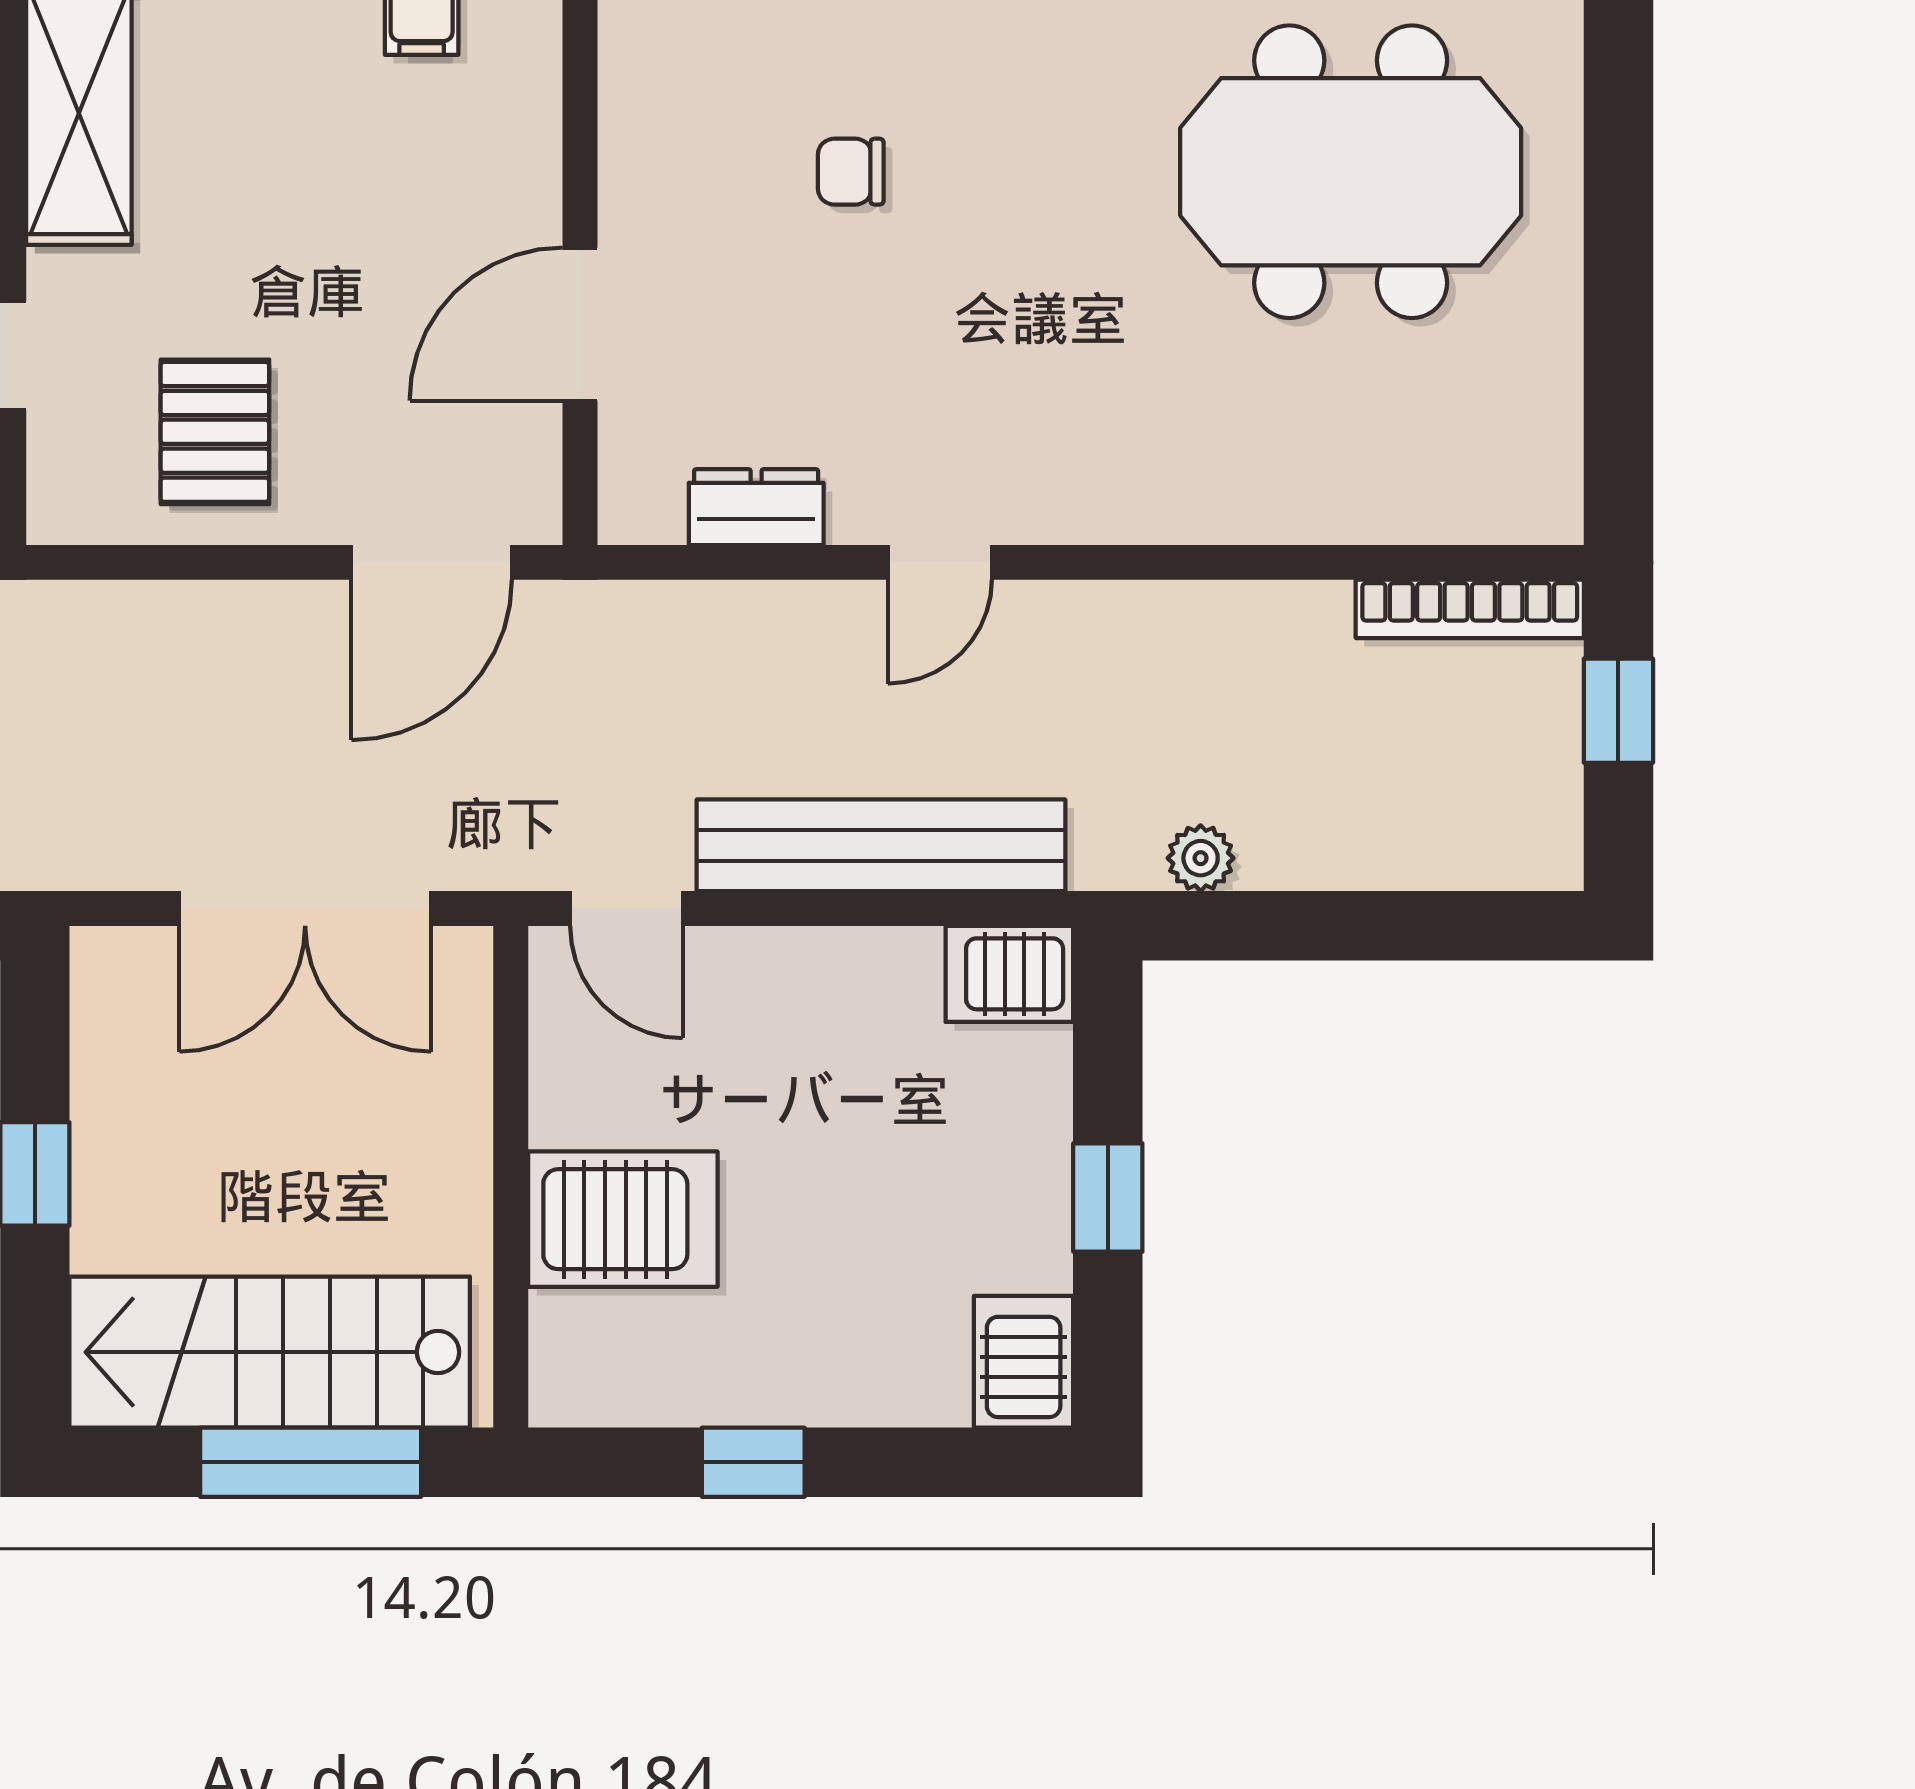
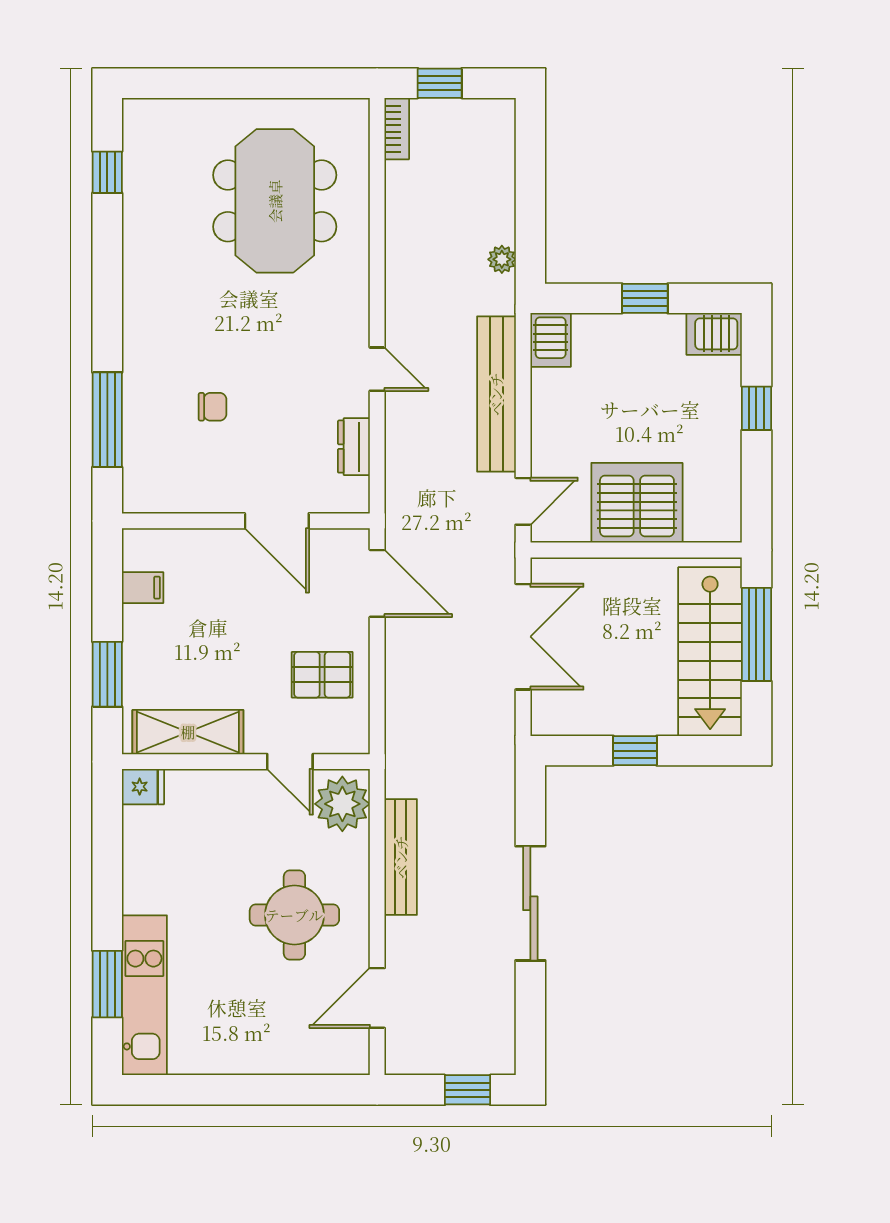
chair: (851, 172) -> (213, 407), turned -90
meeting table: (1351, 172) -> (275, 201), moved
bookcase: (1470, 609) -> (397, 129), width x0.64
server rack: (623, 1219) -> (637, 503), width x1.60
window: (753, 1462) -> (756, 408), moved

